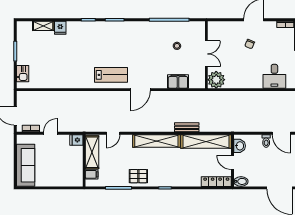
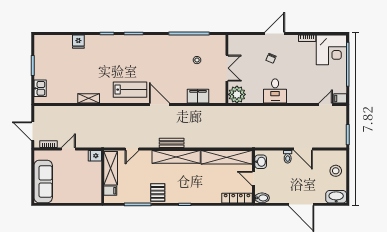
shelving: (43, 26) -> (89, 98), moved
desk: (274, 76) -> (275, 91), moved
door: (140, 90) -> (159, 105), swing flipped
bench: (187, 127) -> (172, 143), moved
pallet: (138, 176) -> (158, 192), turned 90

